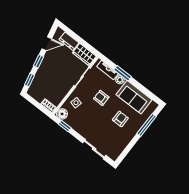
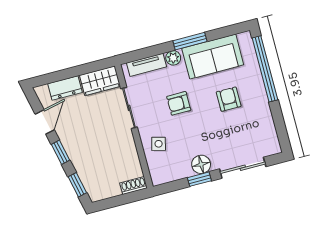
window: (123, 73) -> (190, 41), moved
floor lamp: (62, 114) -> (201, 164), moved
window: (147, 125) -> (265, 69), width x1.46
window: (65, 126) -> (199, 179), moved

